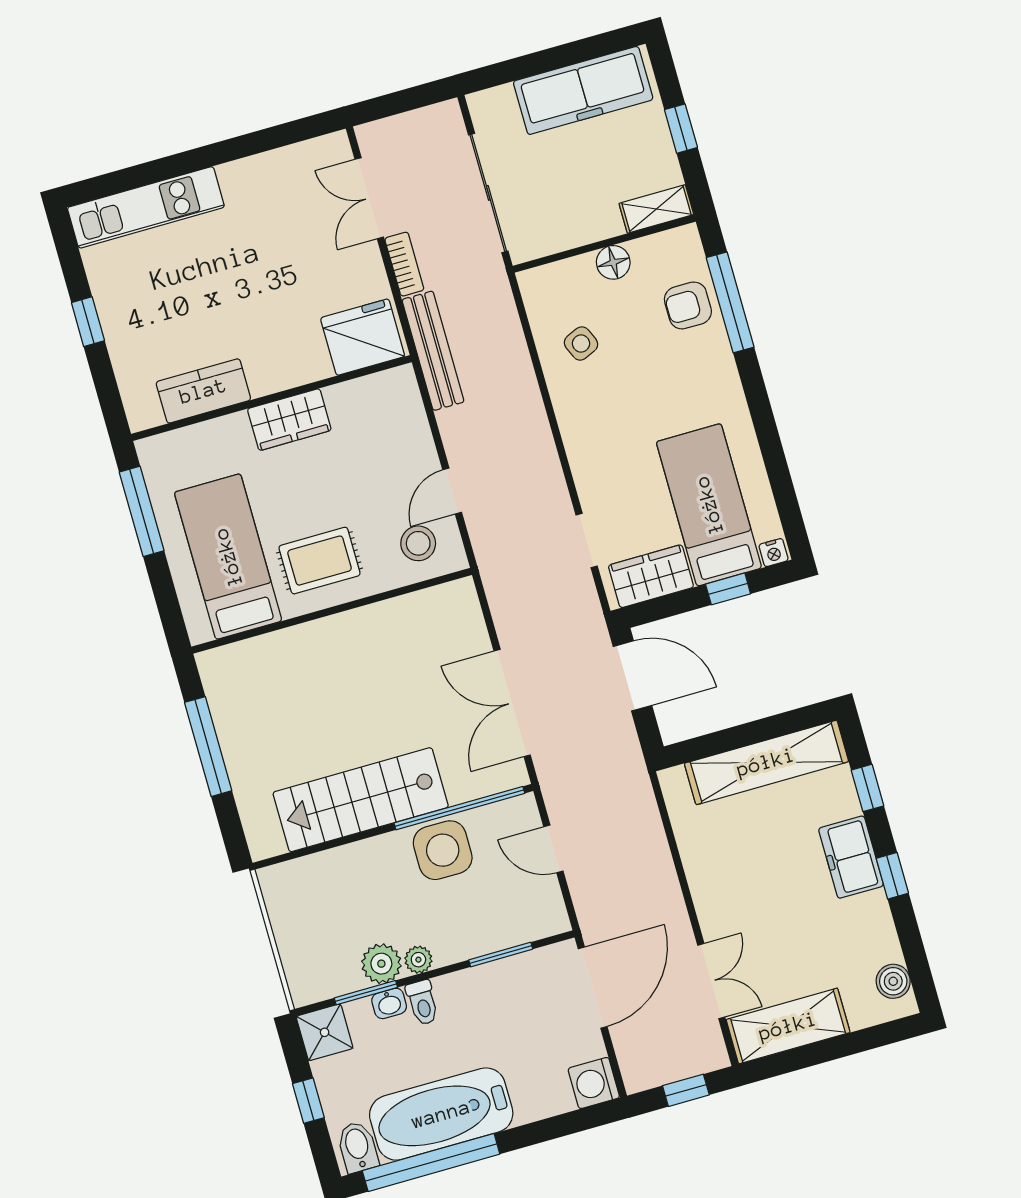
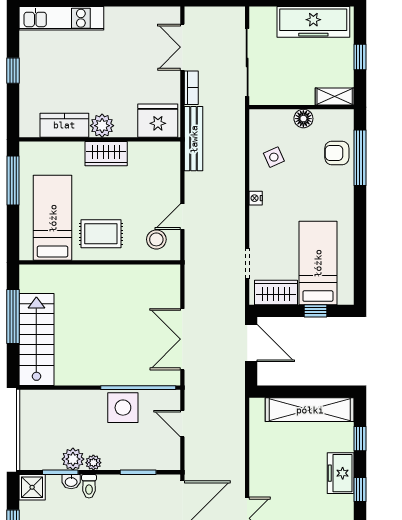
plant: (269, 373) -> (102, 126), added
nightstand: (774, 553) -> (256, 198), moved, turned 90
stairs: (361, 800) -> (36, 339), moved, turned 90

